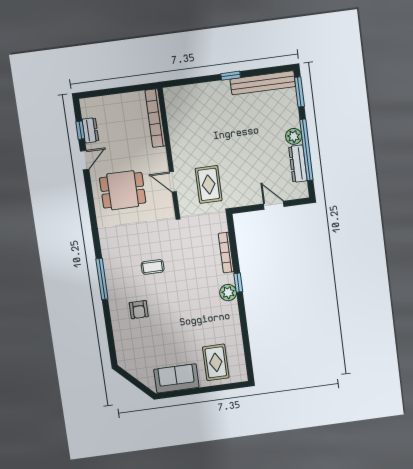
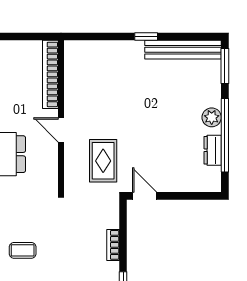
dresser: (298, 164) -> (213, 150), width x0.70
door: (173, 182) -> (61, 130), moved
door: (274, 205) -> (145, 196), moved
bookcase: (226, 253) -> (113, 245), width x0.64

